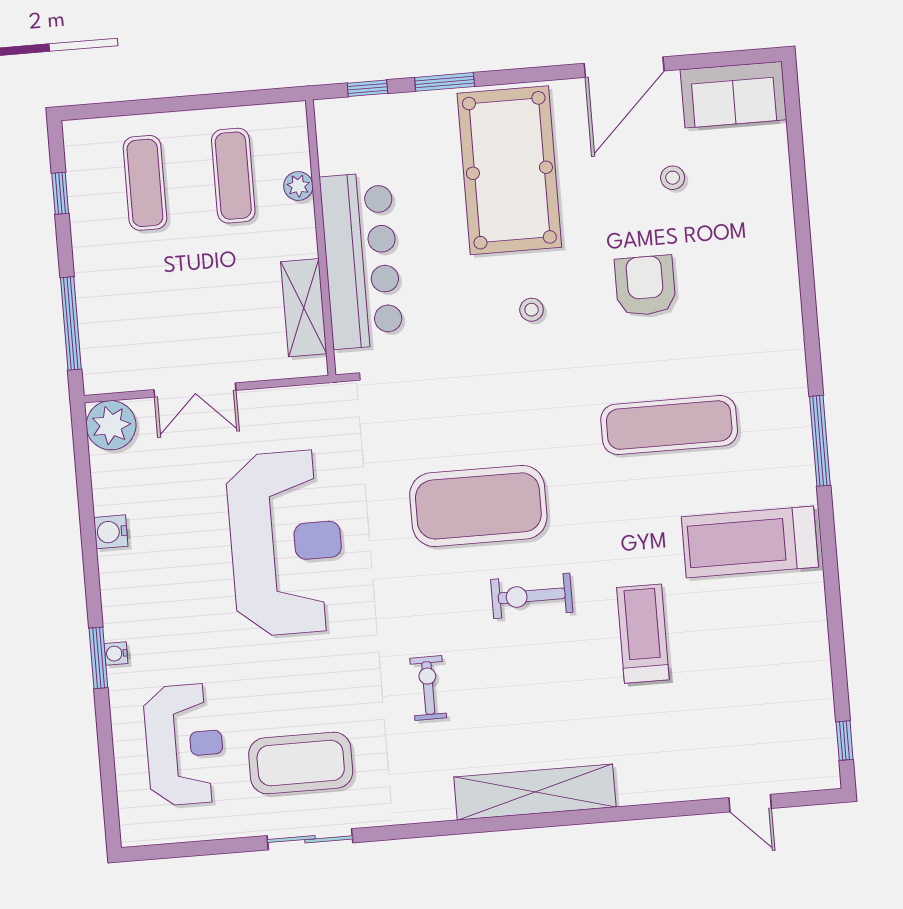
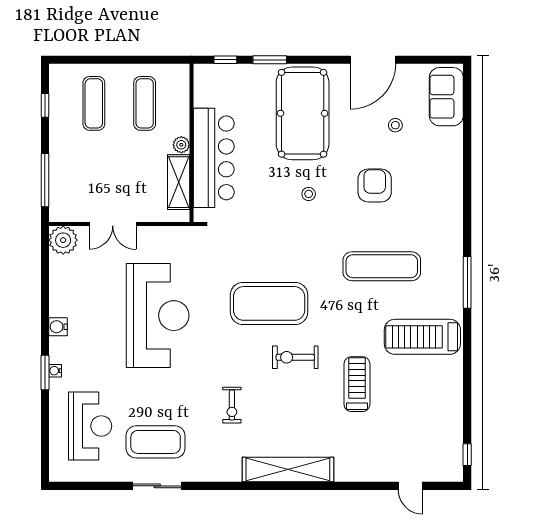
sofa: (733, 95) -> (446, 97), moved, turned 90
plant: (298, 186) -> (181, 145), moved
water cooler: (111, 532) -> (58, 327), moved
exercise bike: (428, 688) -> (232, 405), turned 180

